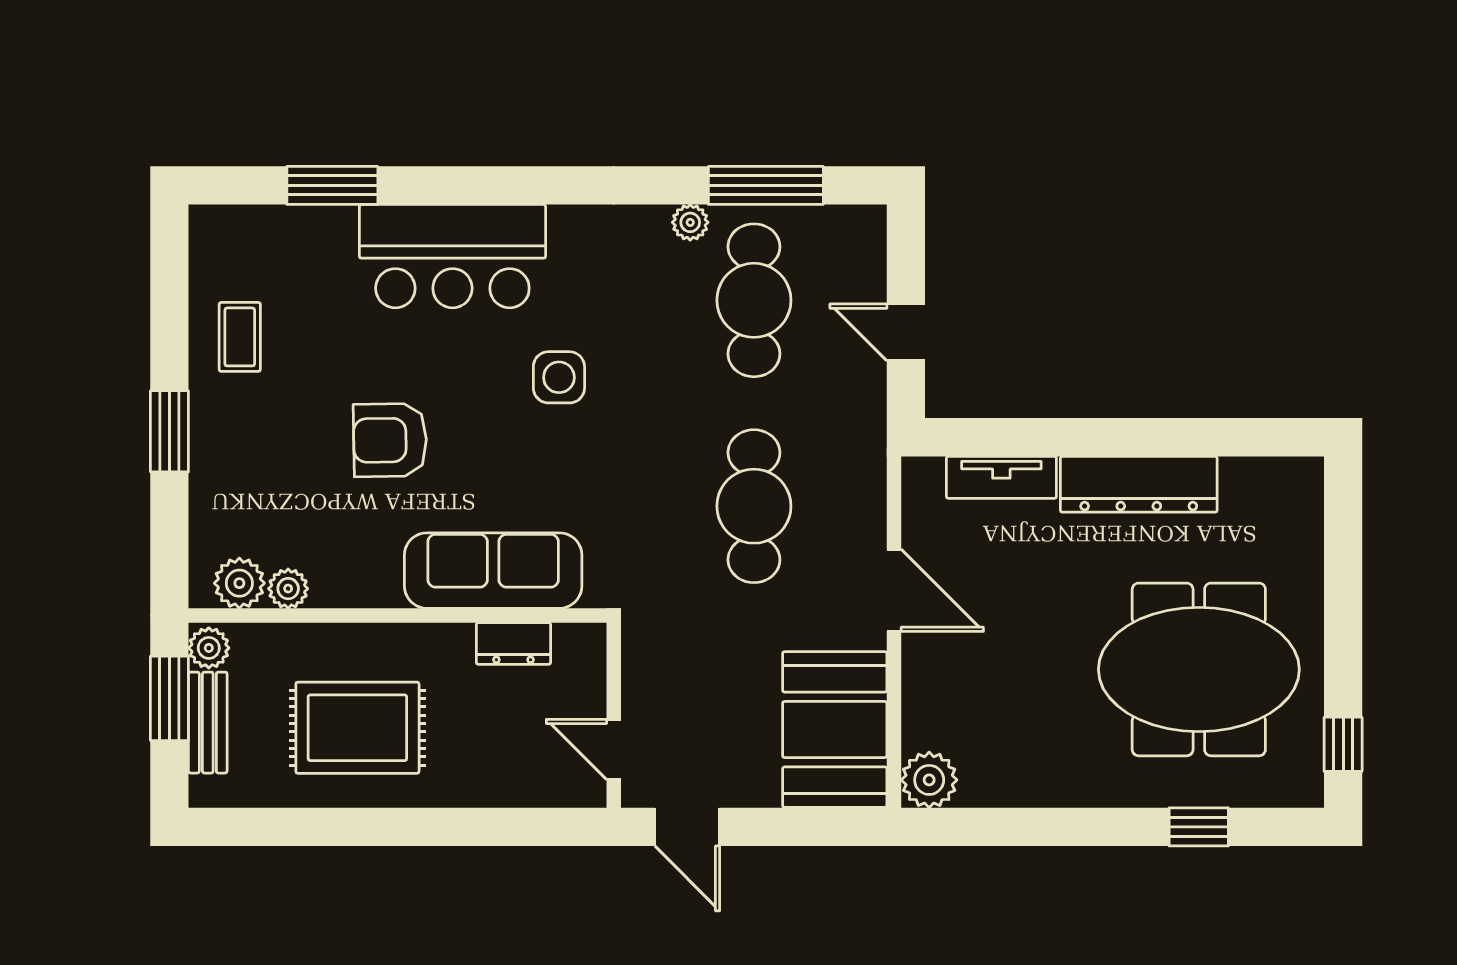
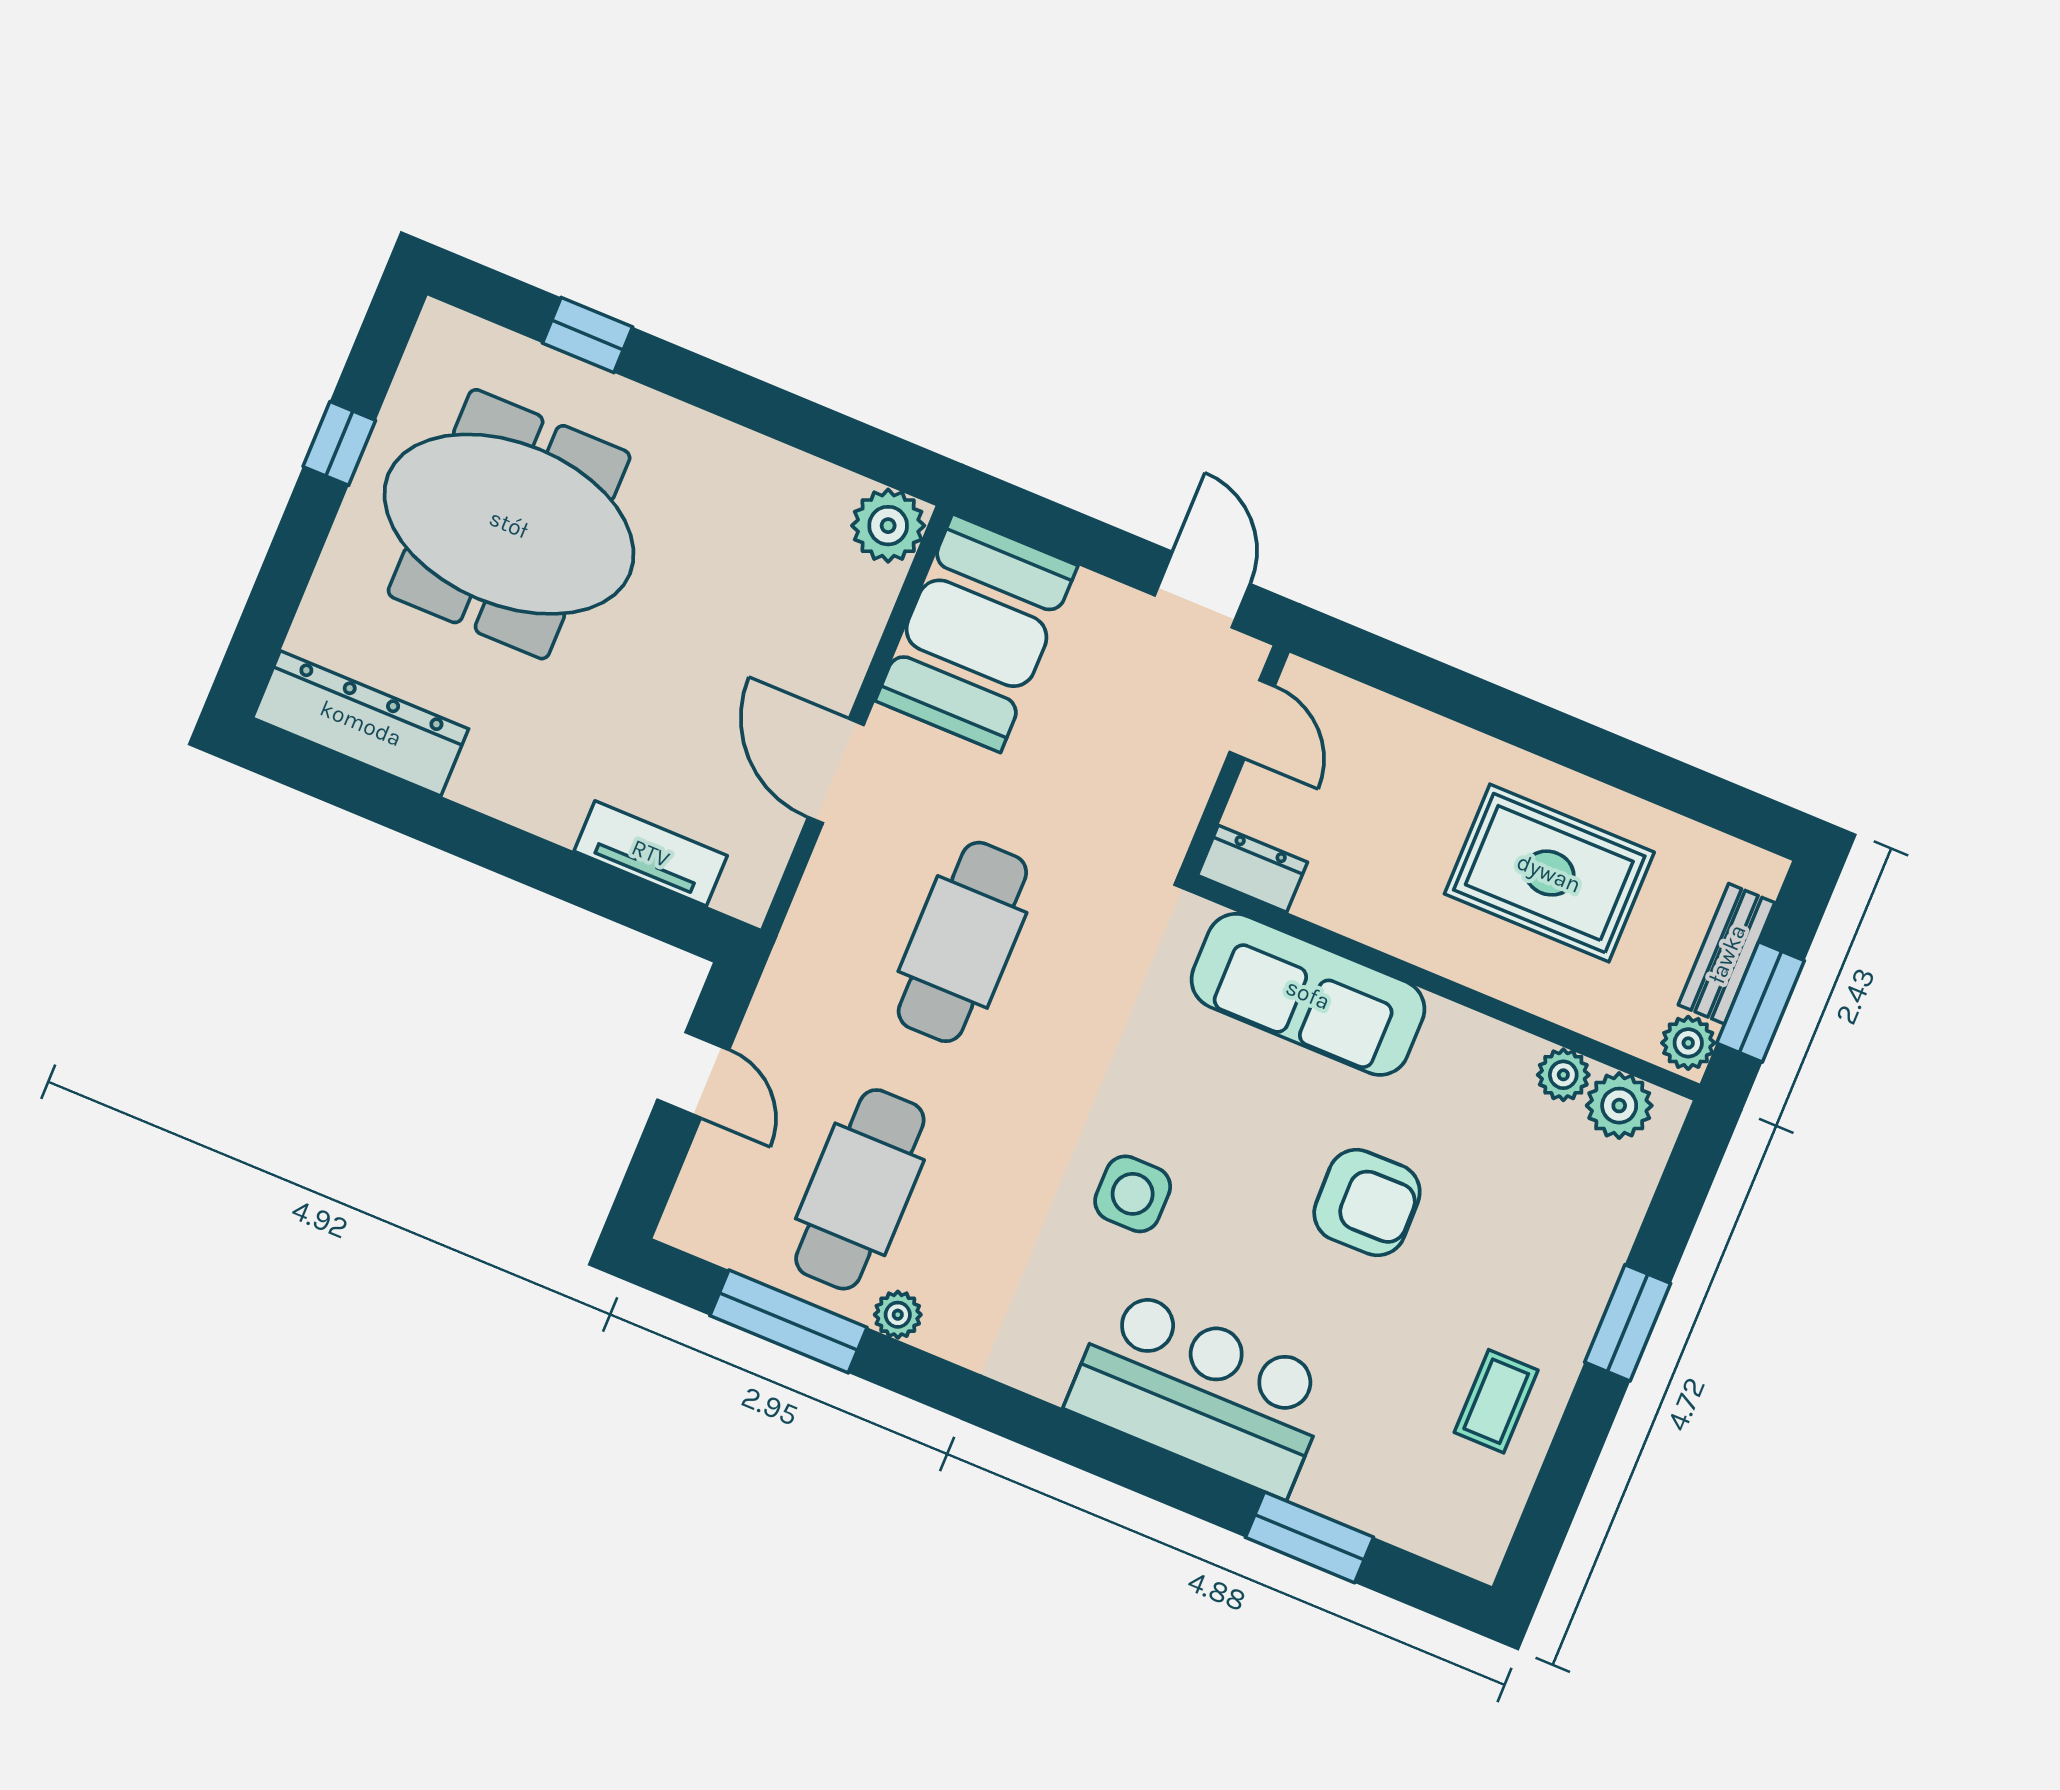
dresser: (1139, 484) -> (361, 723), moved
dresser: (513, 643) -> (1252, 869), moved
window: (1343, 744) -> (339, 443), moved

